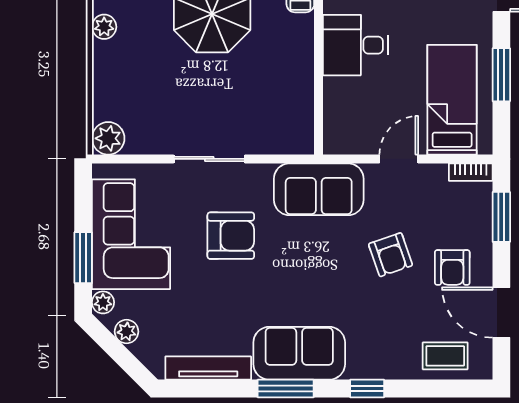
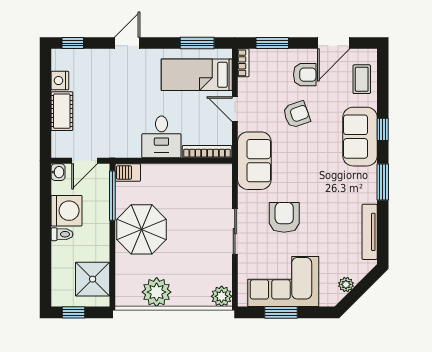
plant: (104, 27) -> (157, 292), width x1.88, depth x1.88
window: (501, 75) -> (197, 43), moved
bookcase: (333, 116) -> (207, 152), added
window: (83, 258) -> (281, 312), moved
plant: (103, 302) -> (327, 300), removed
sofa: (299, 353) -> (360, 137), moved

